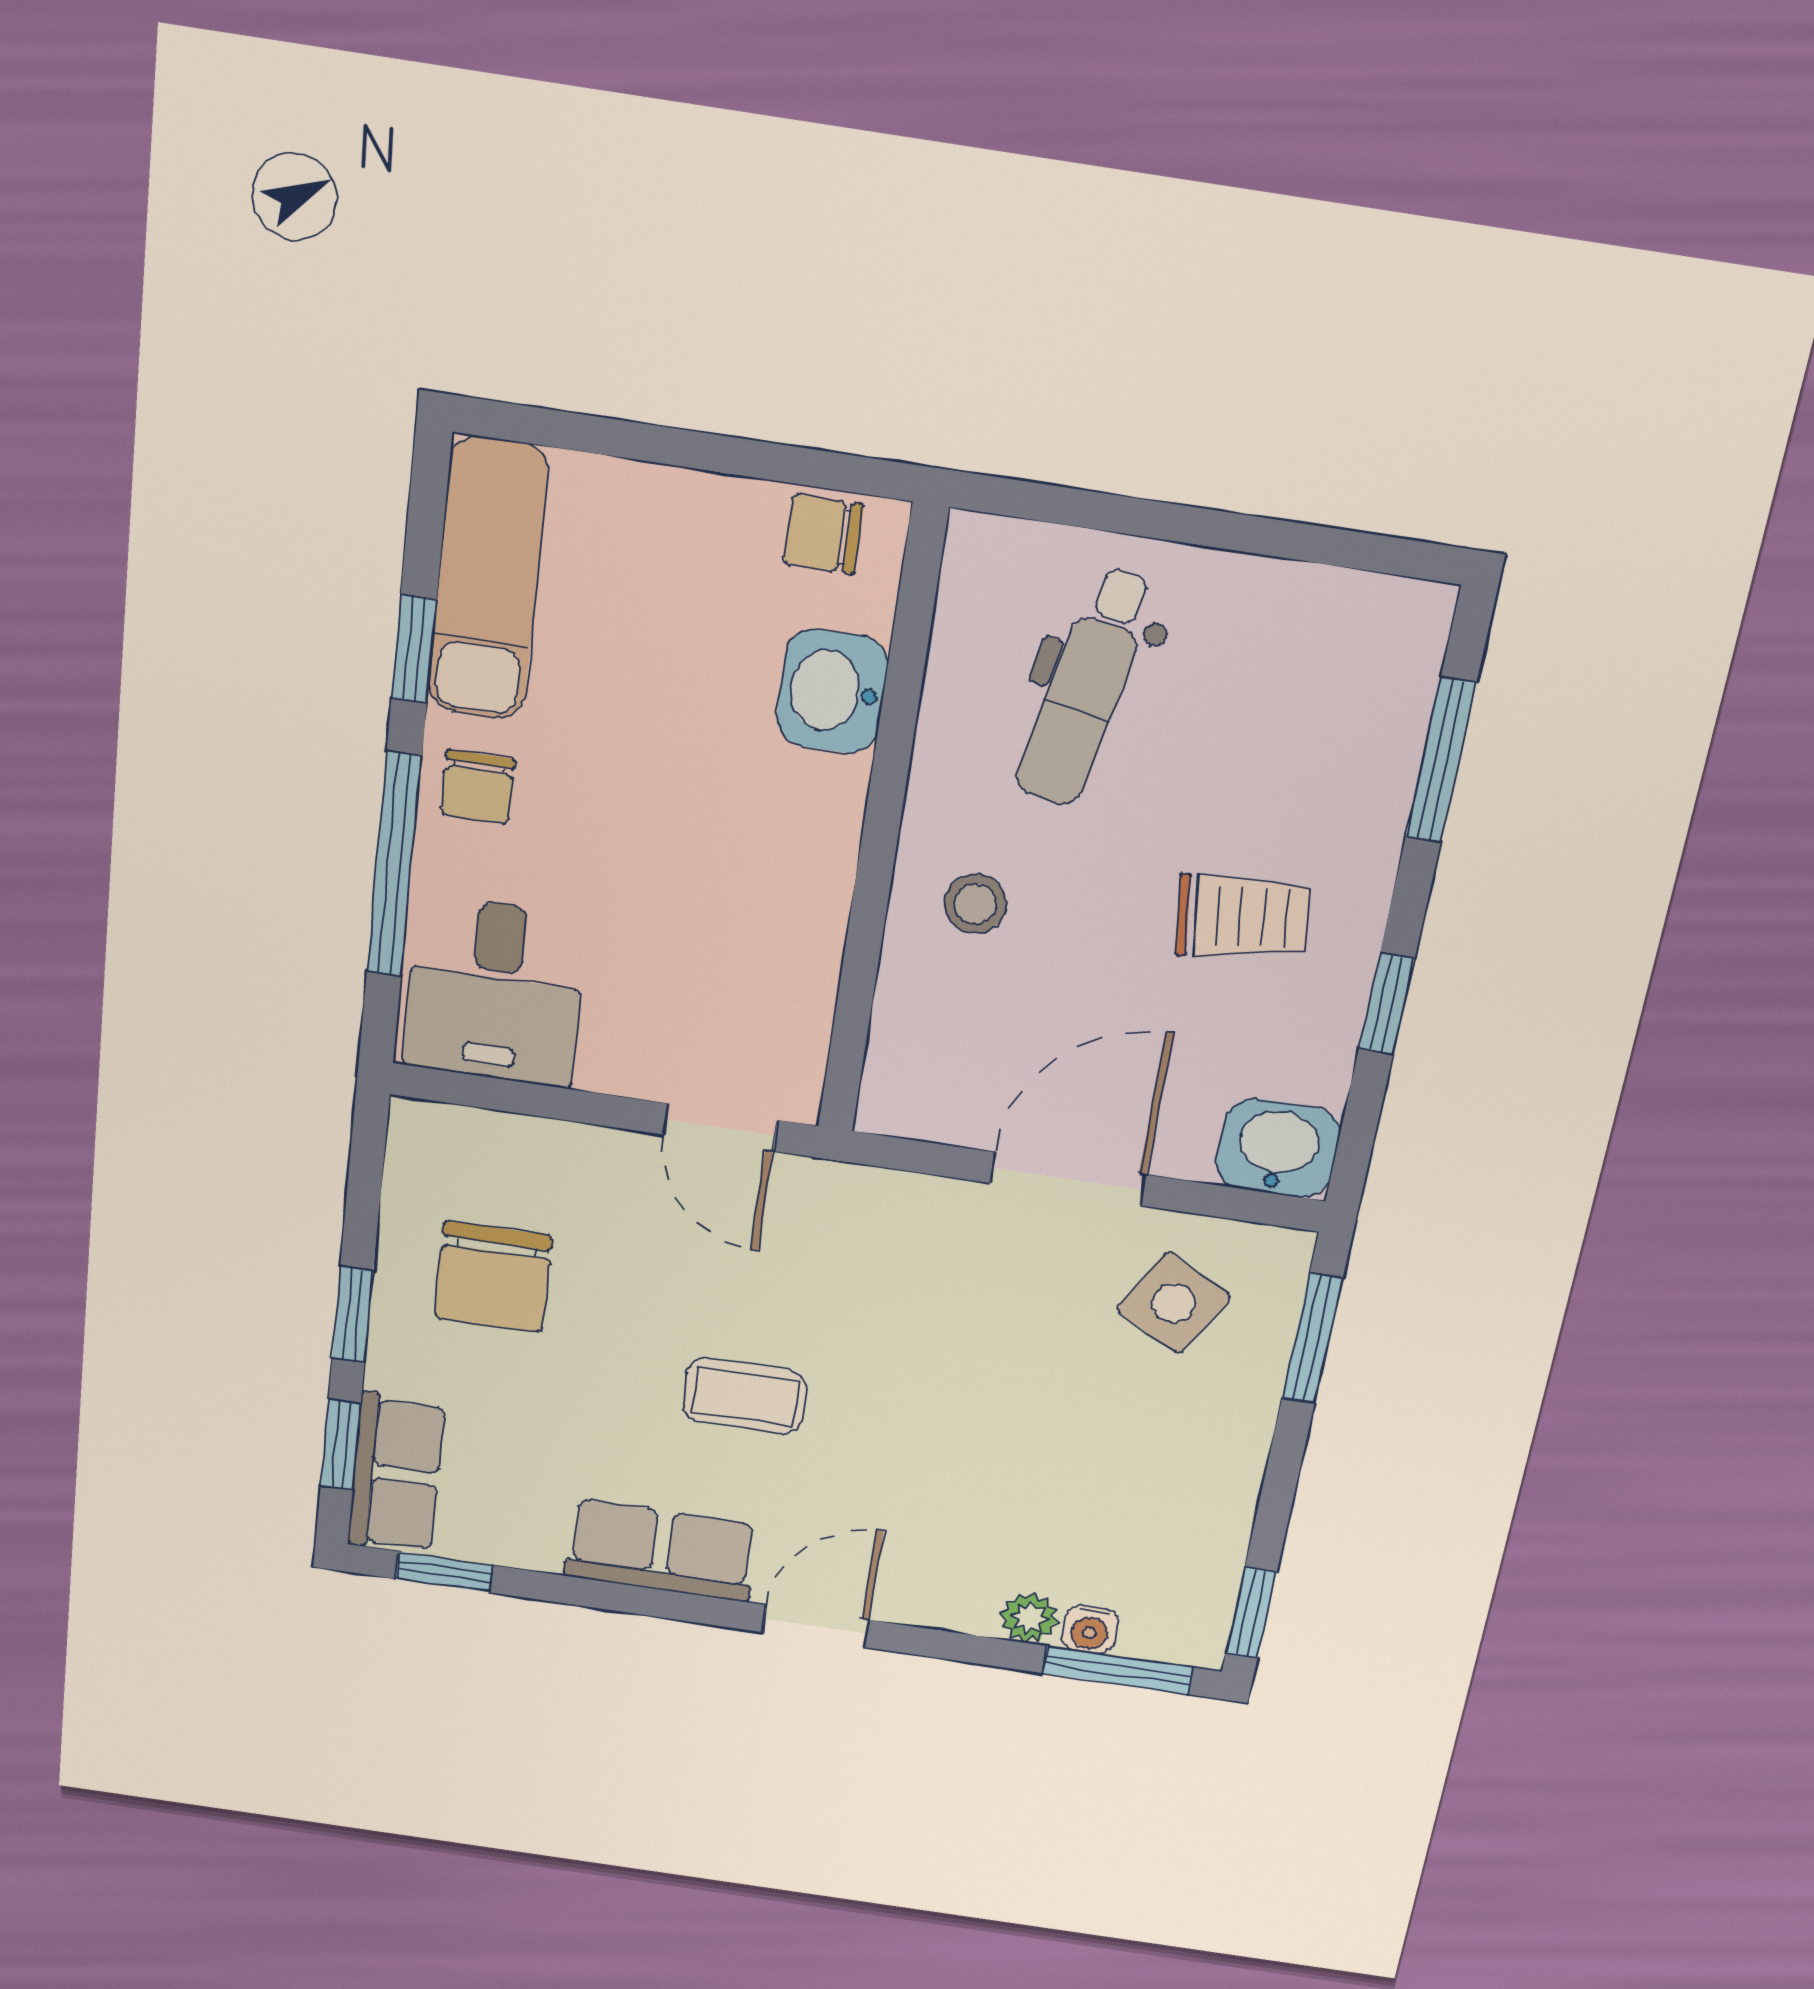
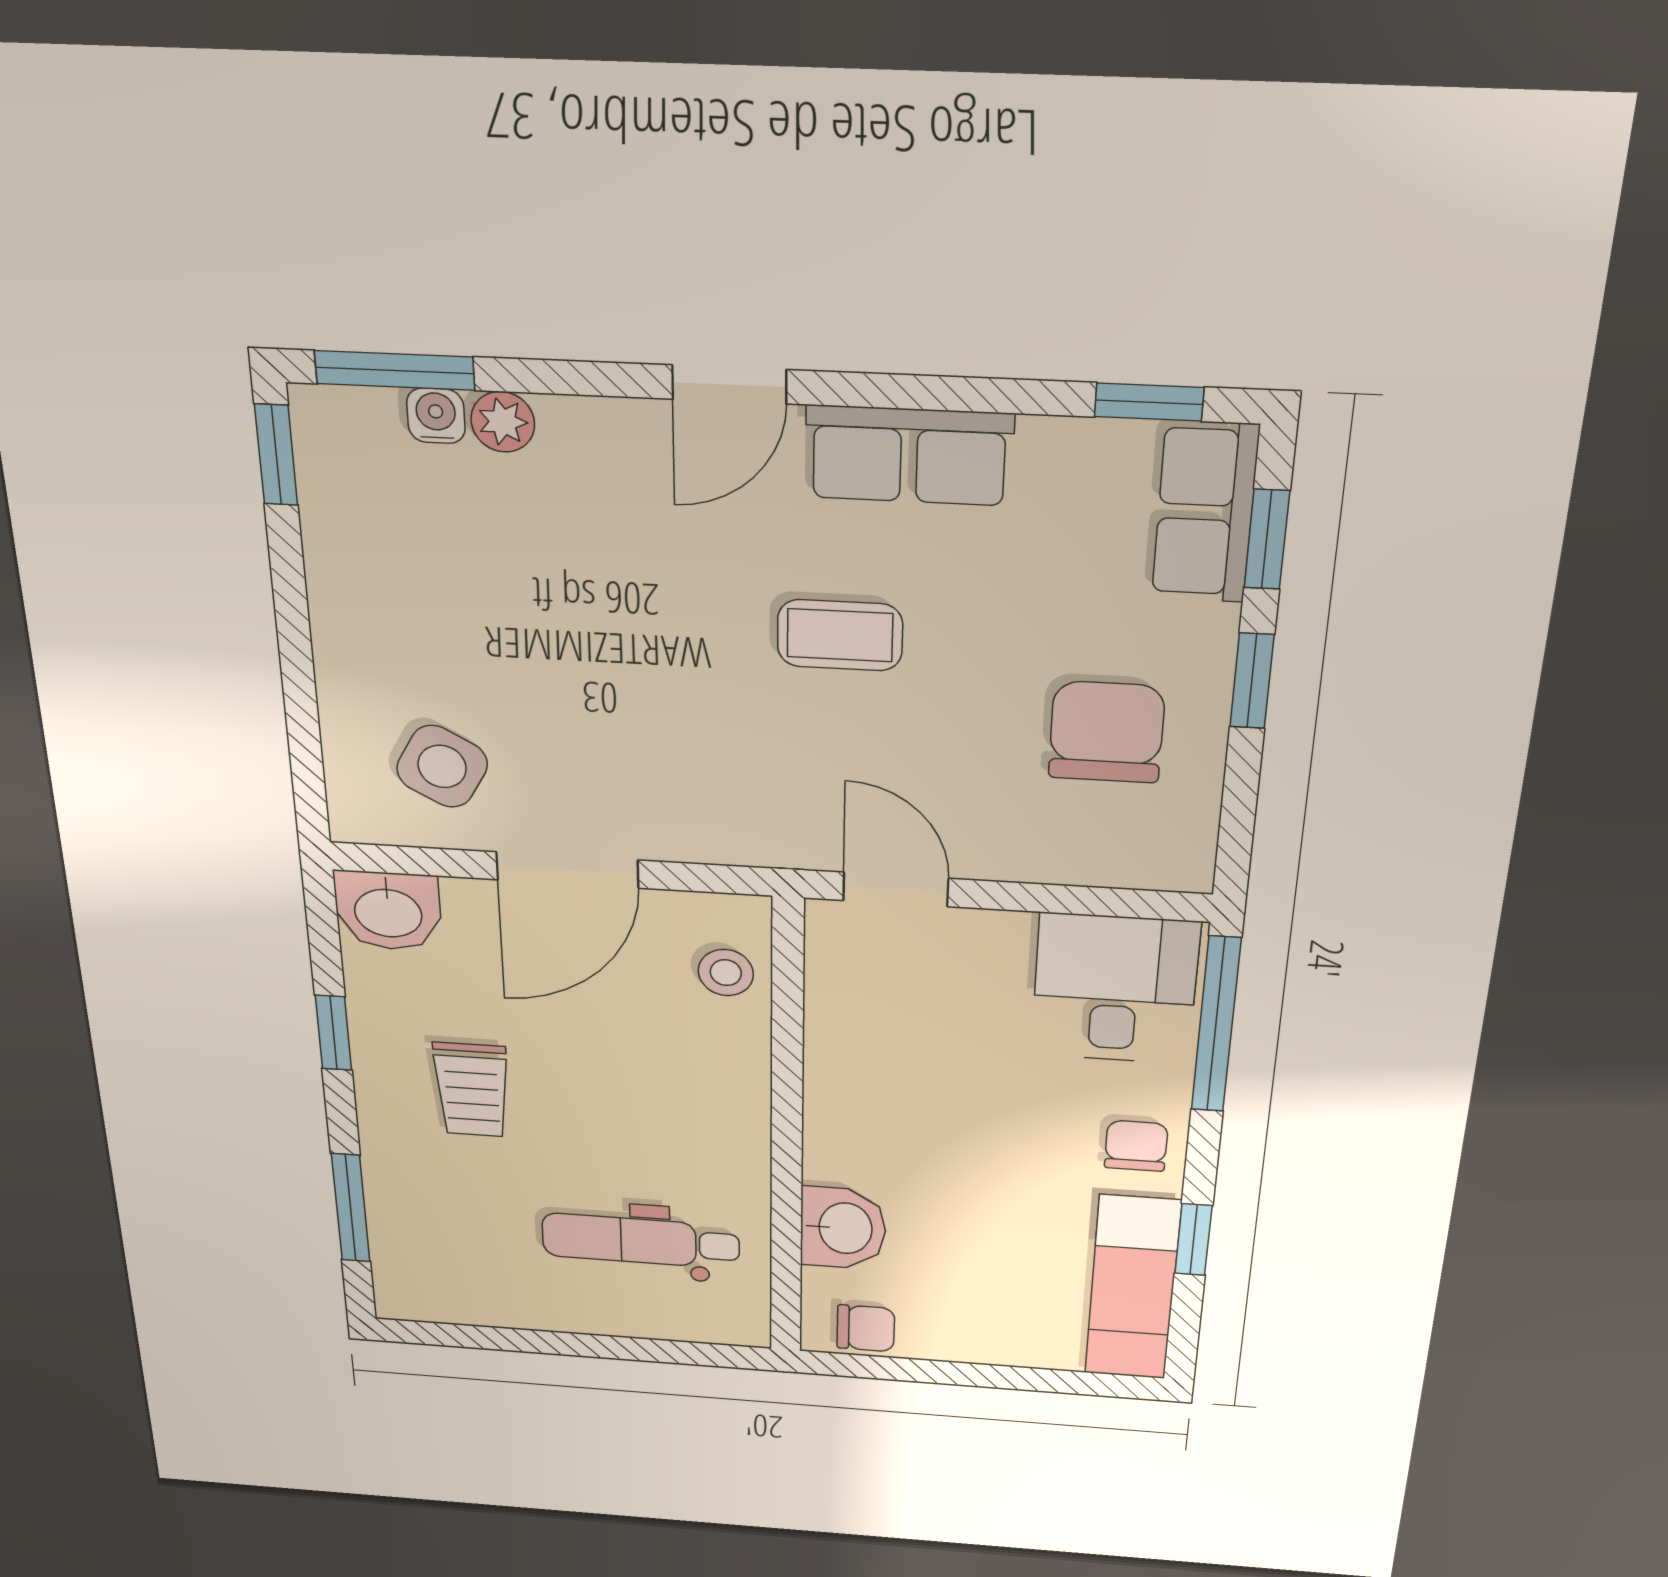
dental chair: (1086, 687) -> (641, 1241), turned -101
window: (394, 865) -> (1216, 1025), moved
stool: (975, 904) -> (726, 973), moved
trolley: (1243, 917) -> (472, 1090), turned -83
window: (1312, 1338) -> (305, 745), removed

